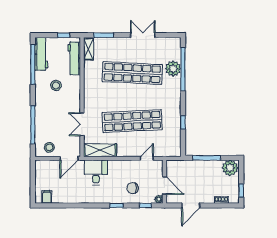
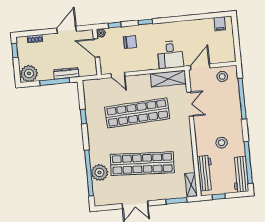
door: (147, 158) -> (118, 75), hinge flipped
dresser: (195, 165) -> (66, 73), added

